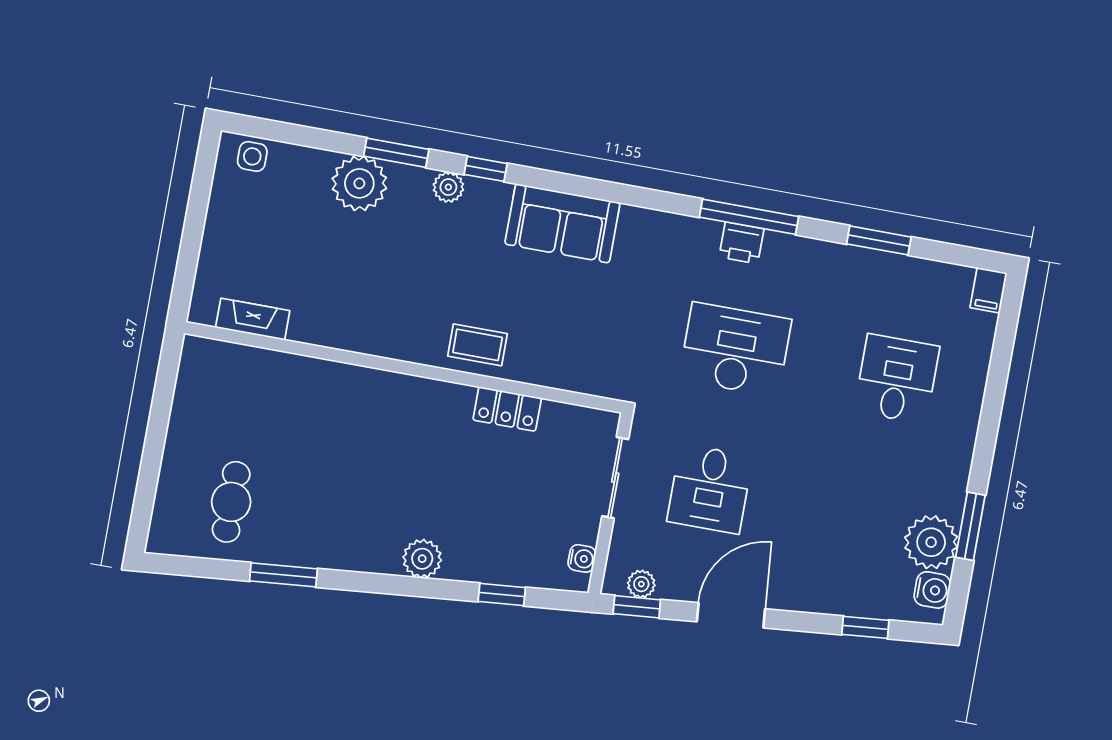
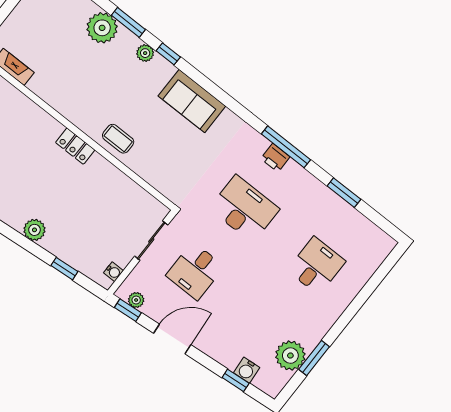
filing cabinet: (989, 290) -> (385, 246), removed
locker: (507, 409) -> (75, 146), moved
water cooler: (932, 590) -> (247, 370), moved, turned 85

